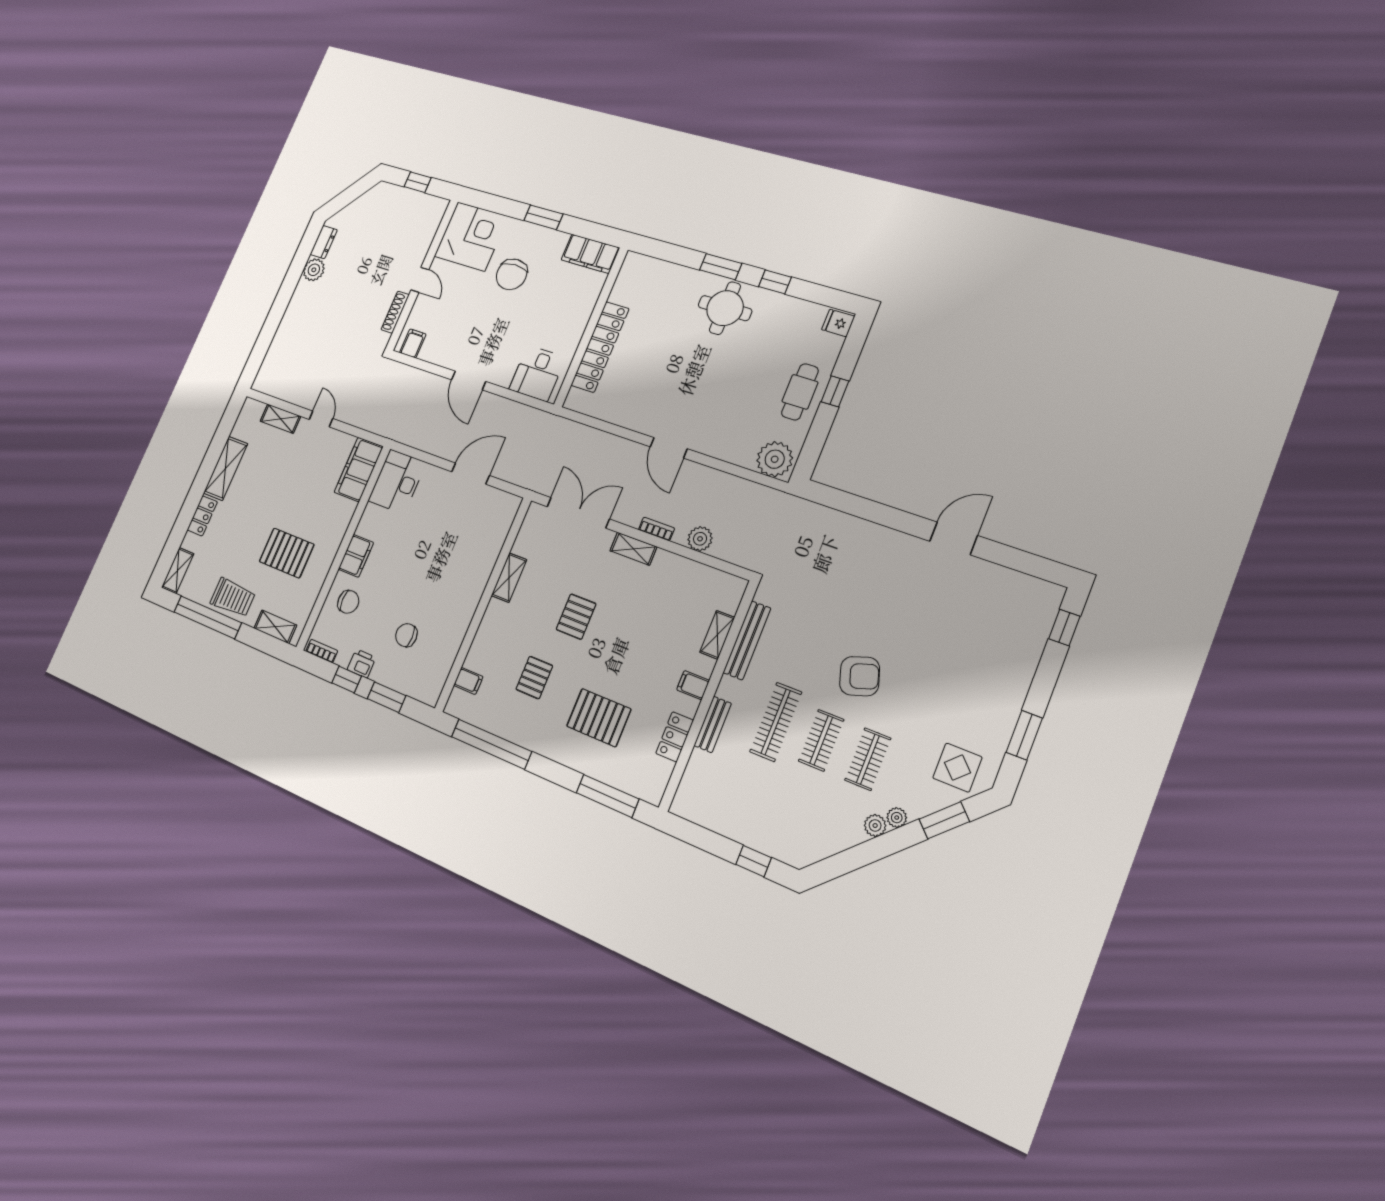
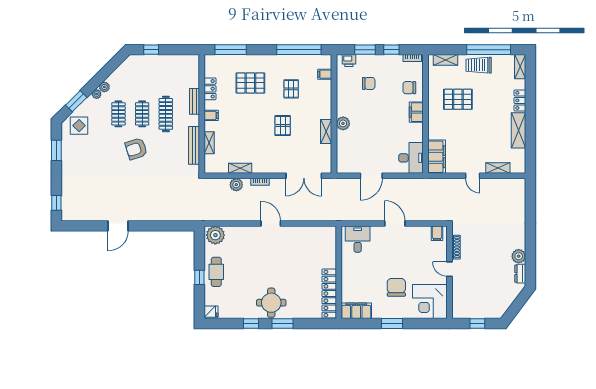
locker: (600, 347) -> (329, 294), moved
shelving: (633, 549) -> (240, 168), moved
plant: (476, 581) -> (343, 123), added
printer: (362, 663) -> (349, 60), moved

